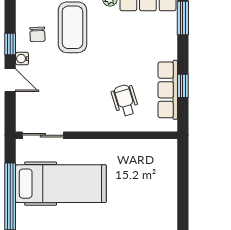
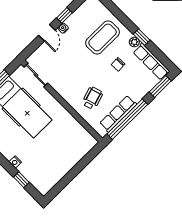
chair: (37, 34) -> (118, 64), moved
window: (183, 86) -> (127, 119), width x3.17

